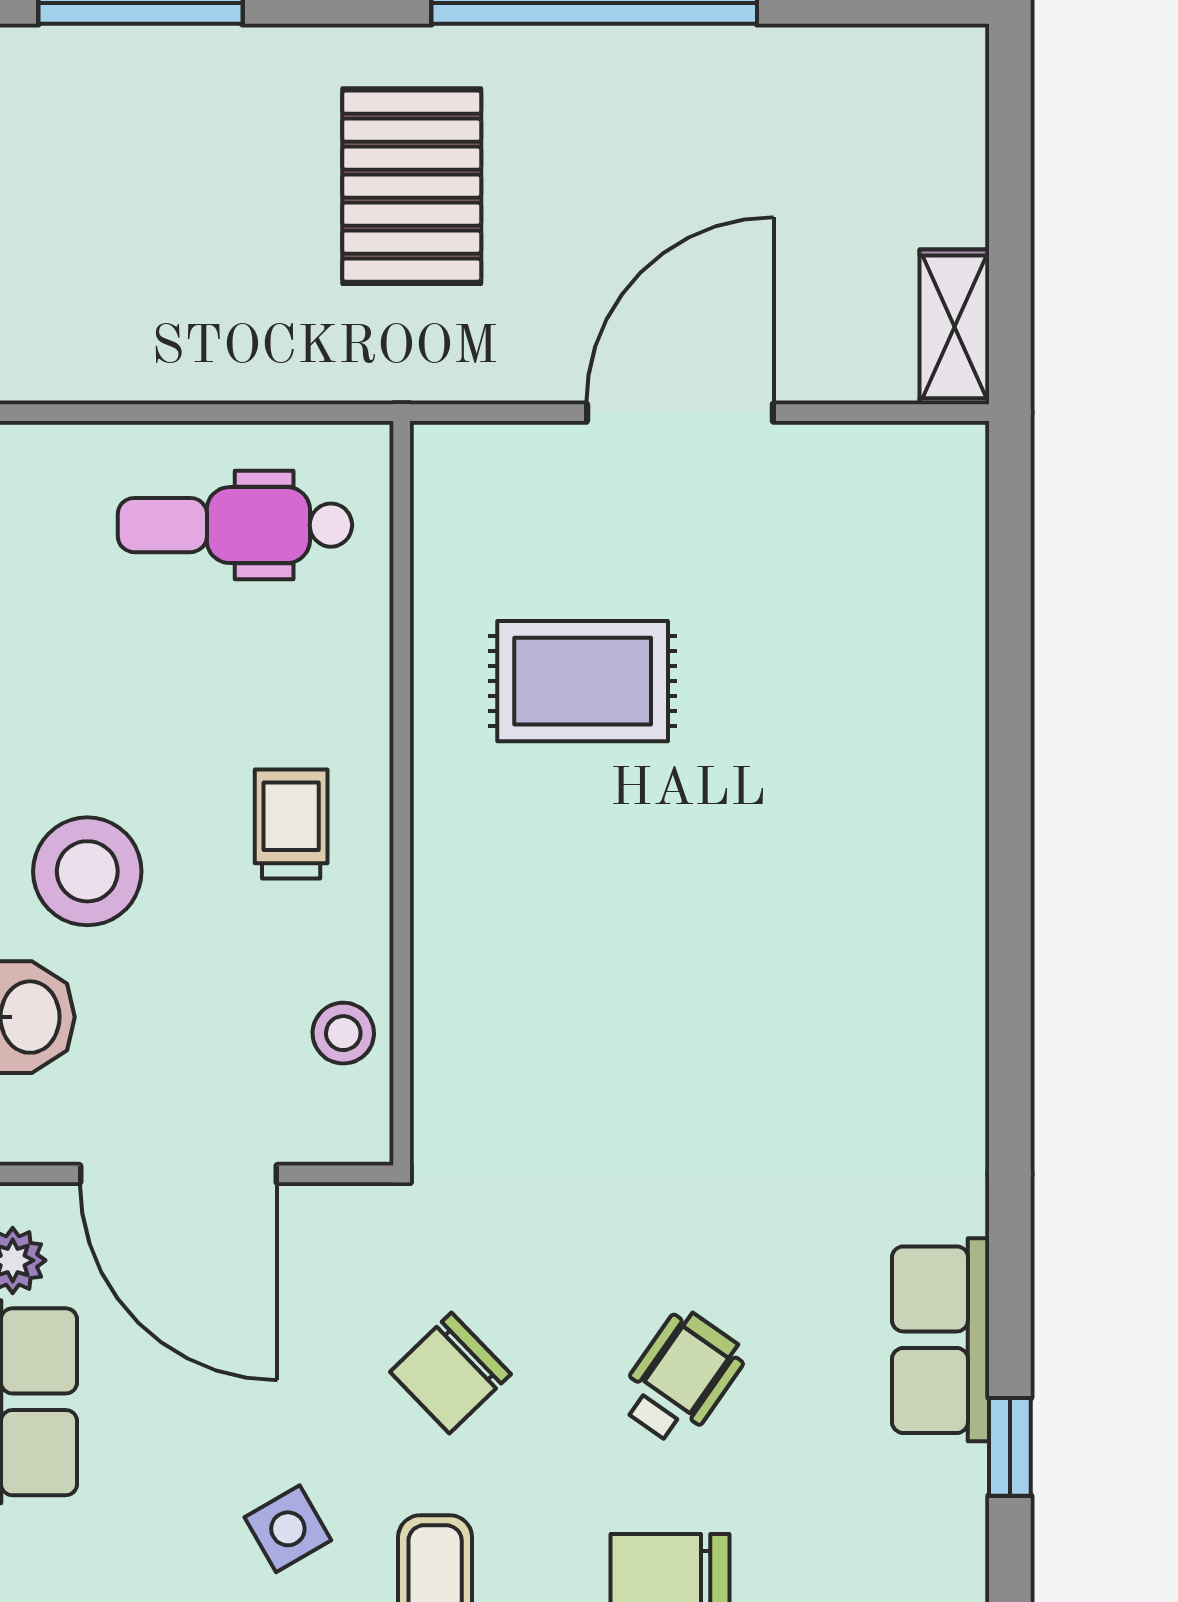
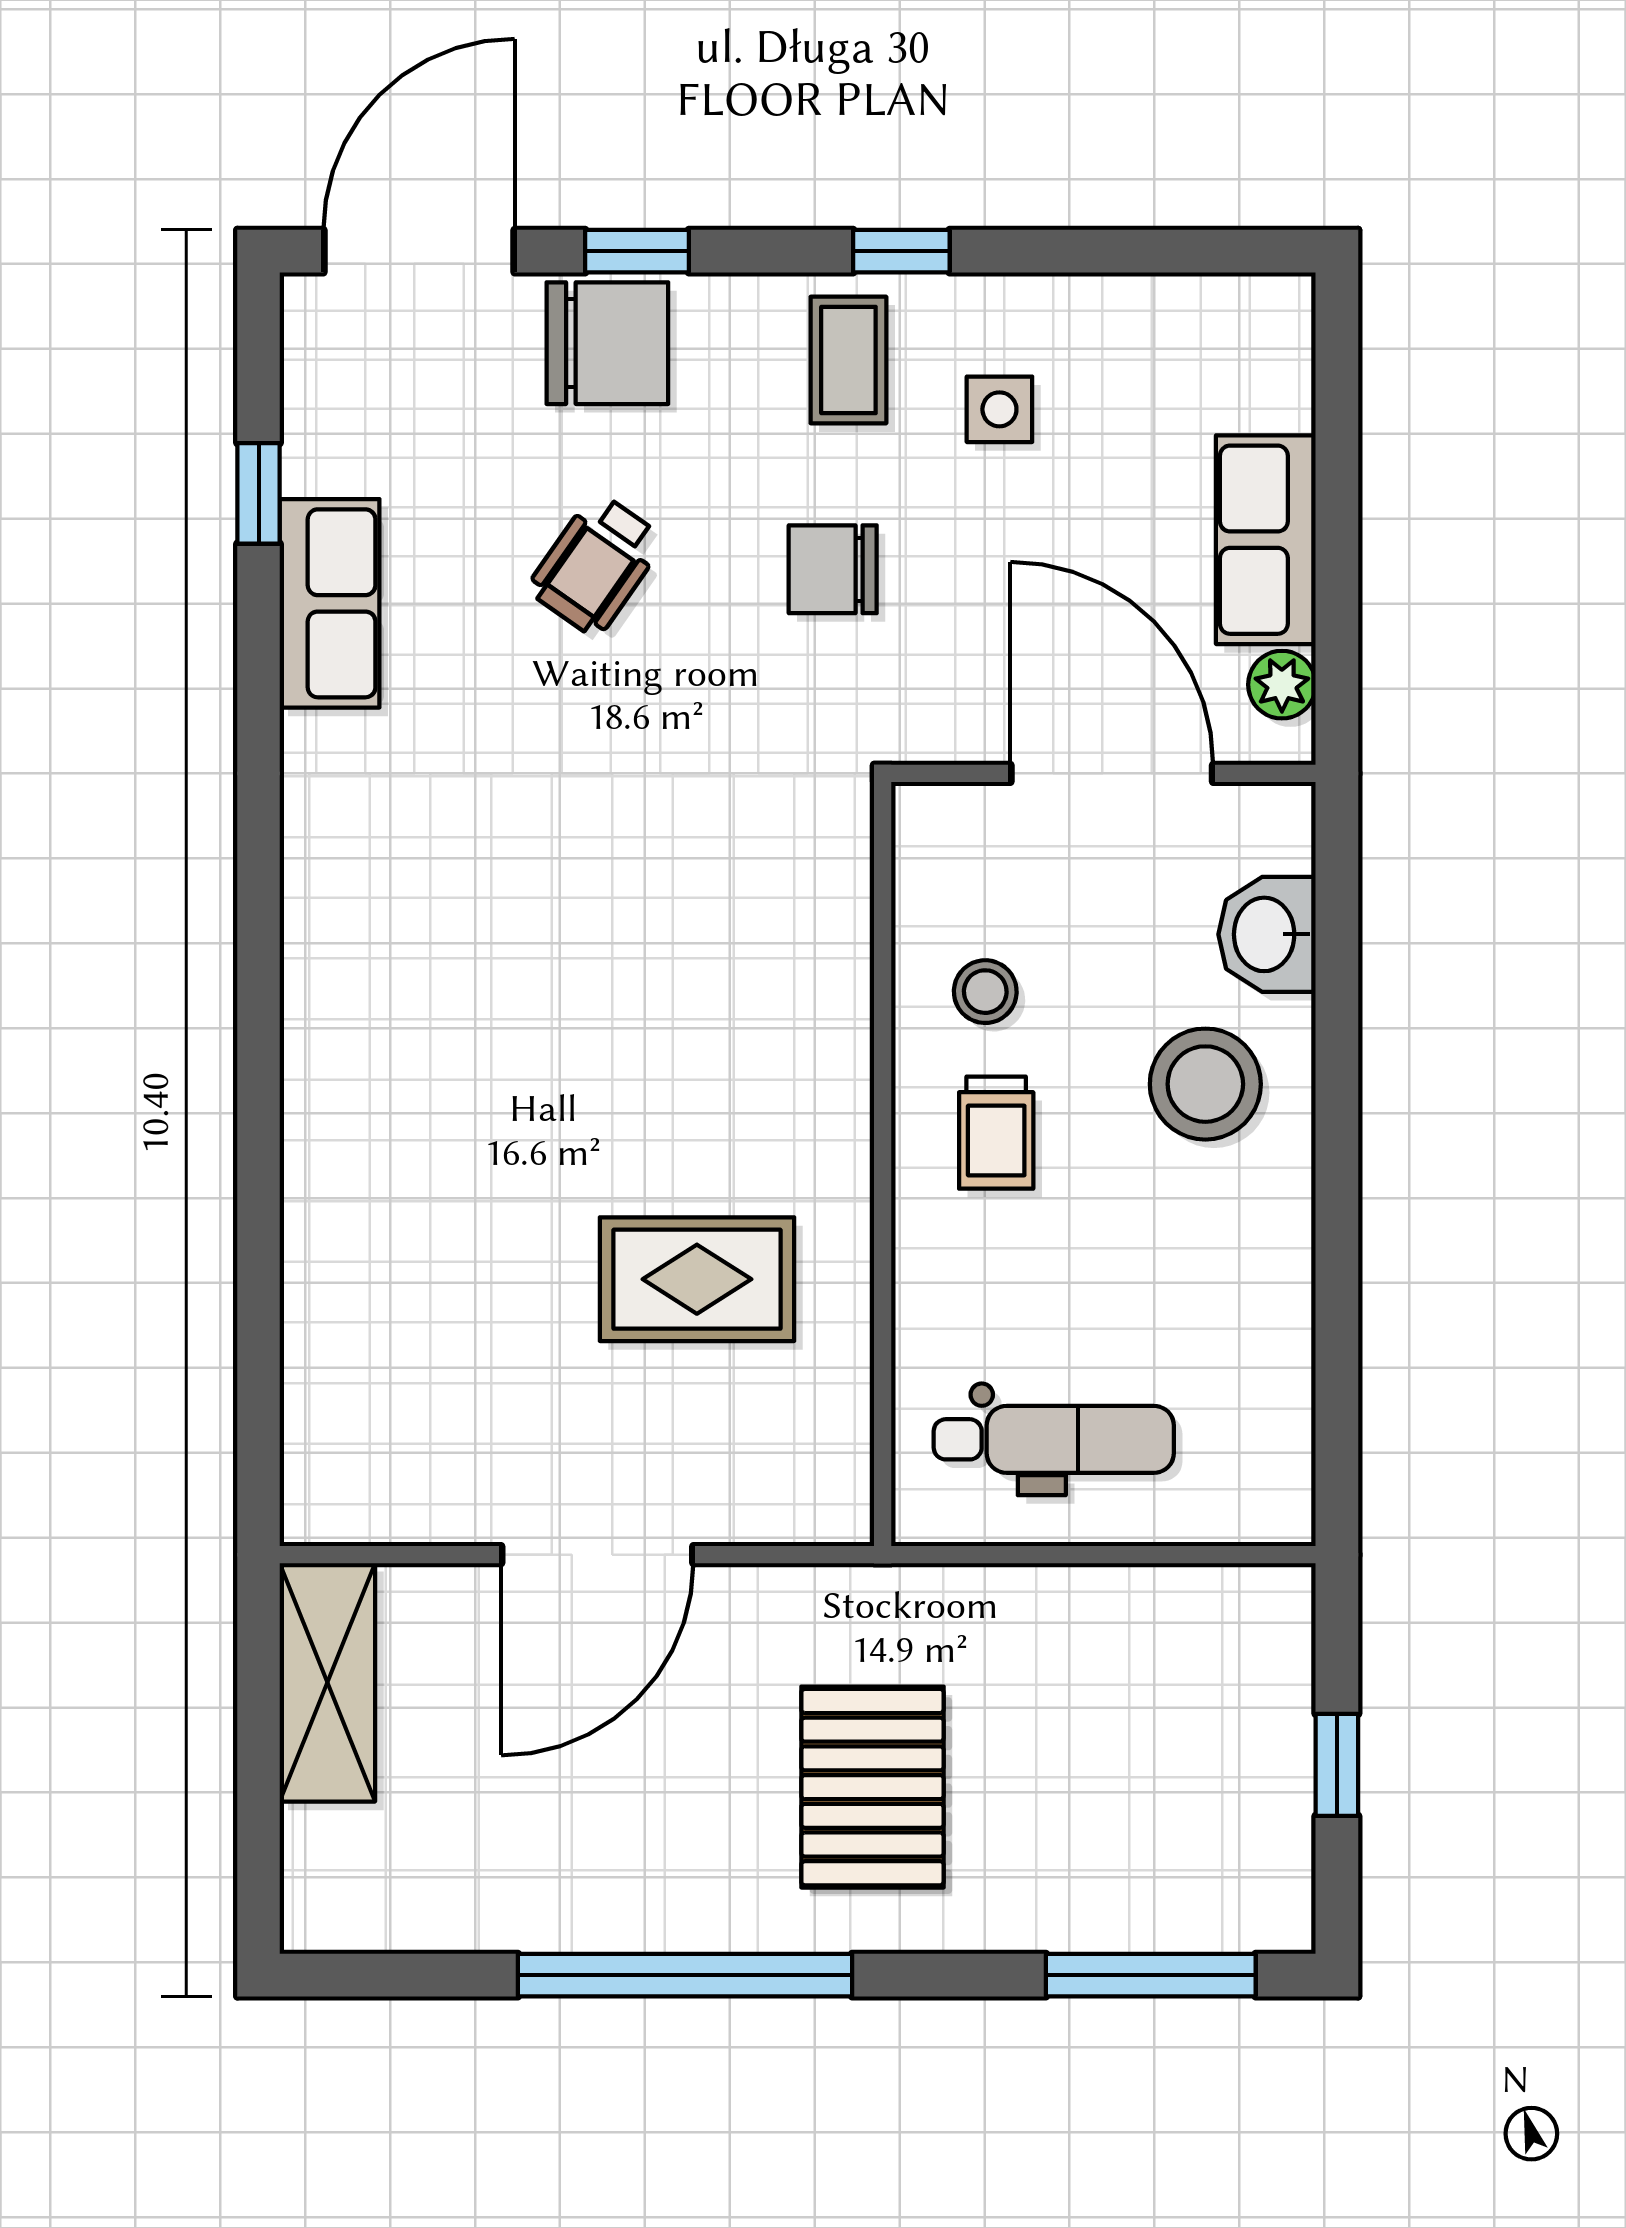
shelving: (954, 327) -> (327, 1682), width x1.50, depth x1.33
stool: (343, 1033) -> (985, 992), moved
chair: (450, 1373) -> (833, 569), turned -136
side table: (288, 1529) -> (999, 409), turned 30

